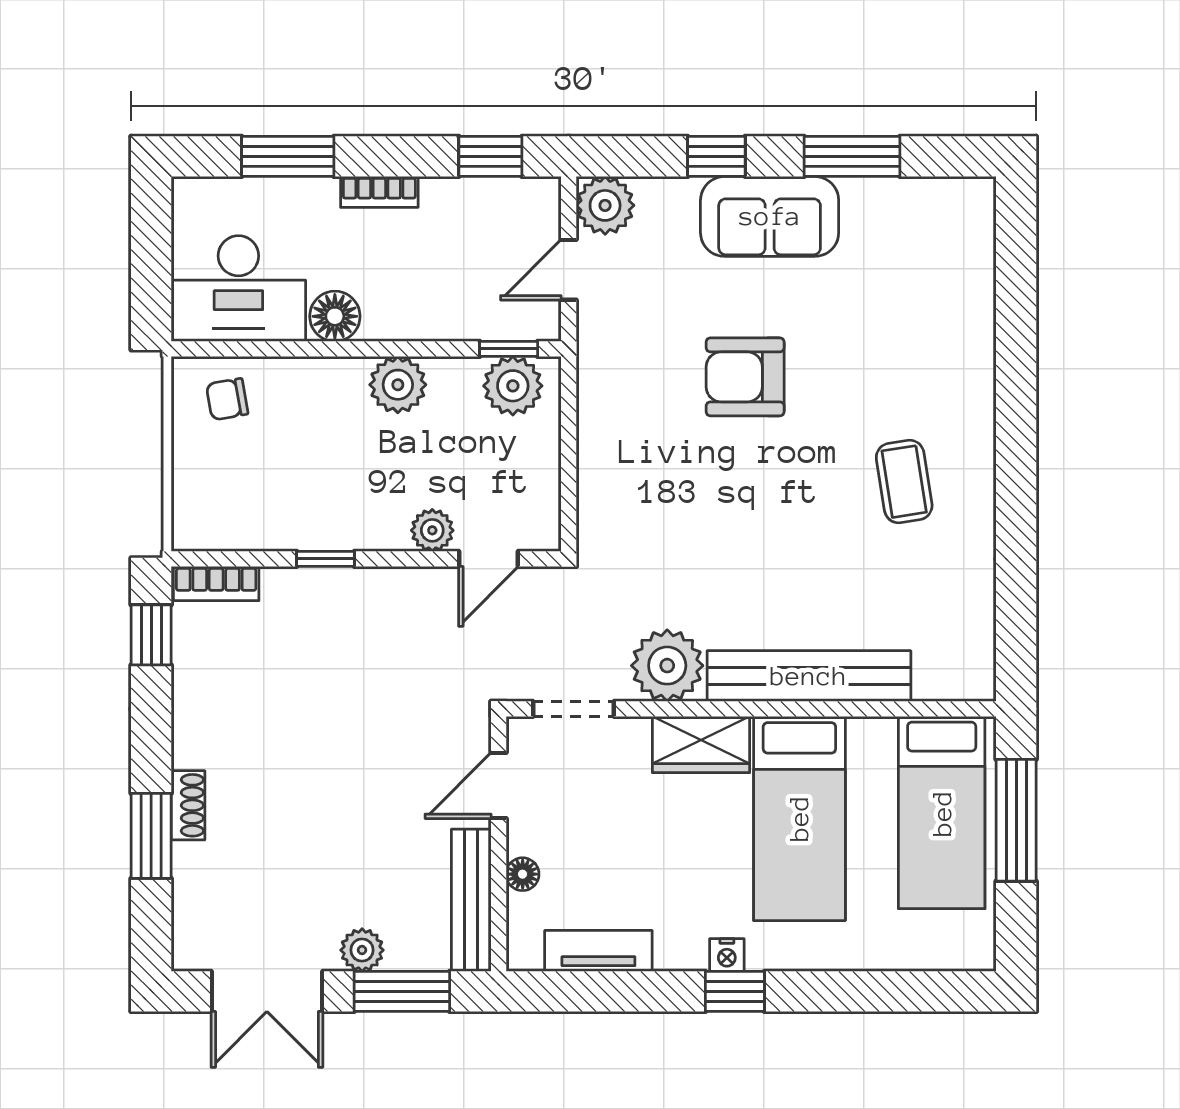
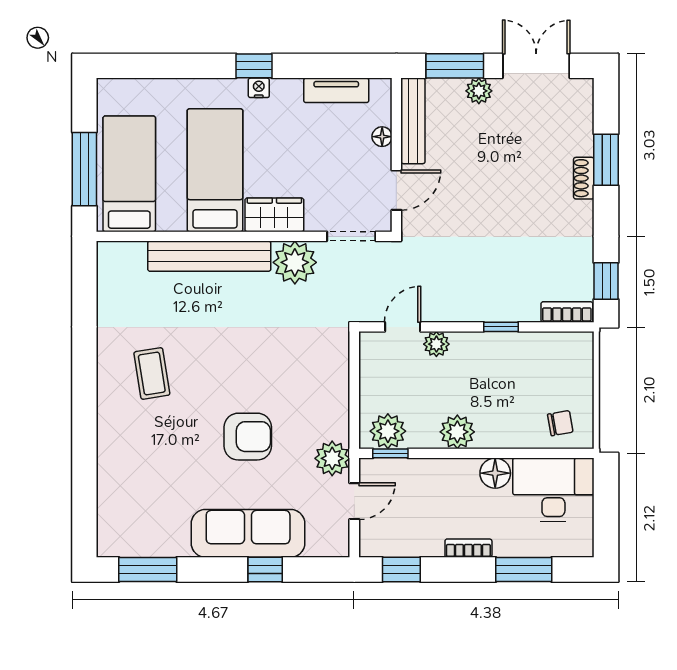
window: (852, 156) -> (148, 570), moved
plant: (605, 205) -> (332, 458), moved
sofa: (770, 216) -> (248, 533), width x1.36

